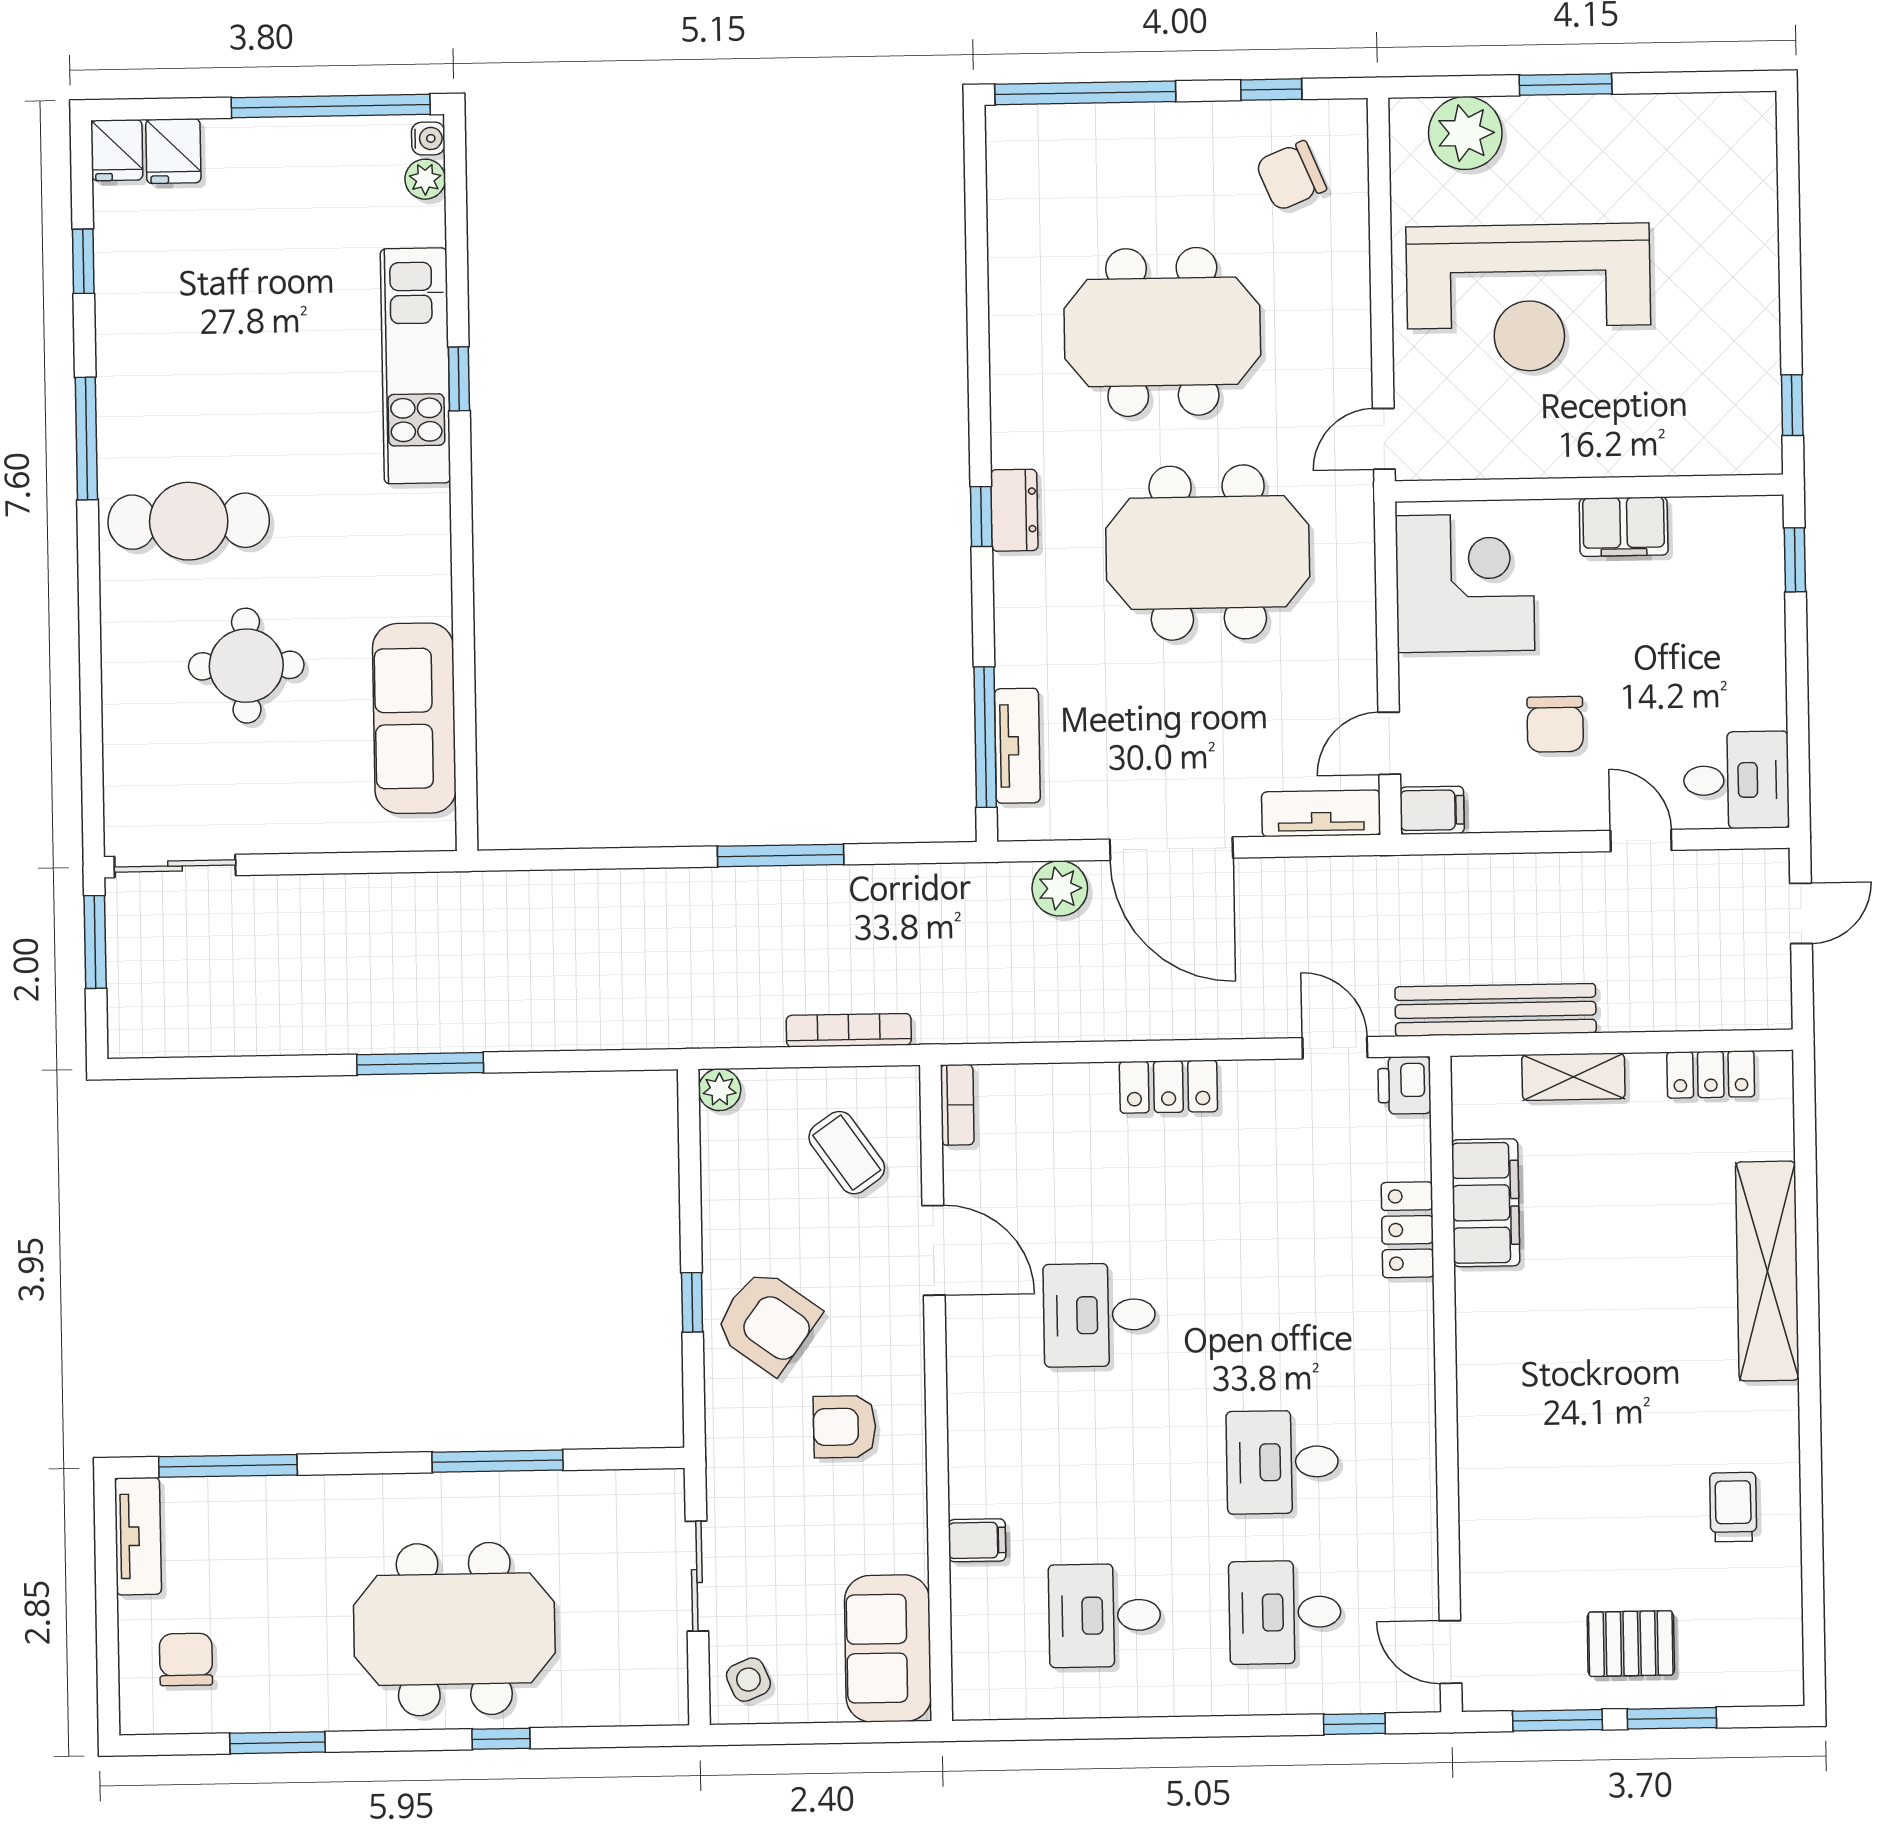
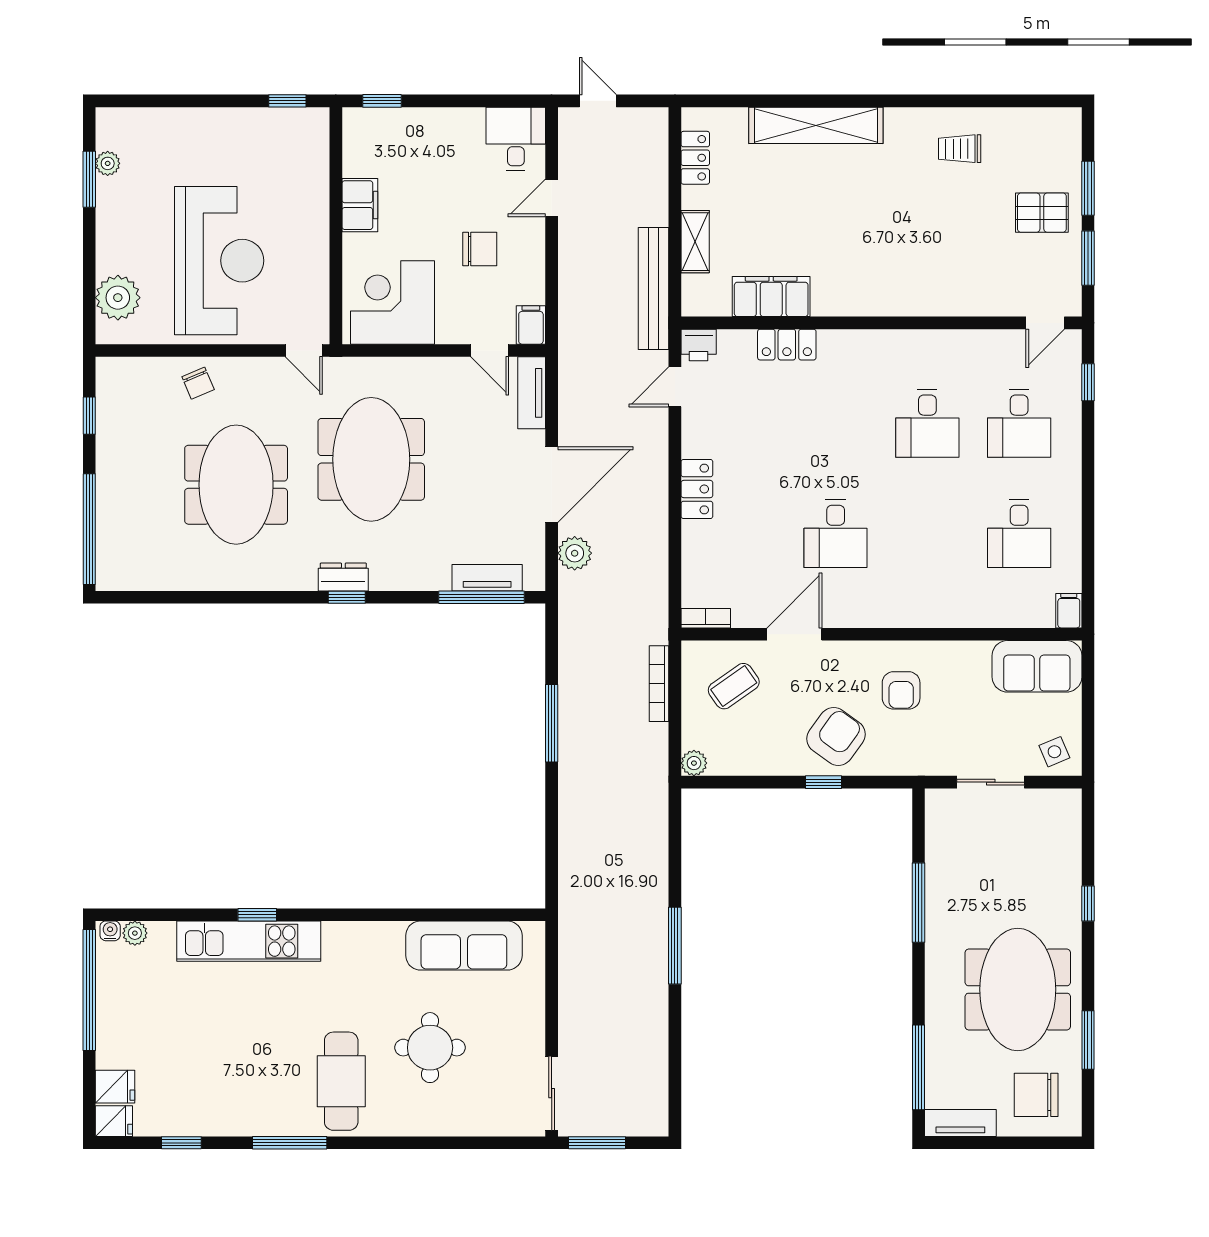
window: (1566, 84) -> (89, 179), moved
plant: (1685, 113) -> (108, 163), added
chair: (1291, 176) -> (198, 383), moved, width x0.73, depth x0.73
filing cabinet: (977, 1540) -> (1069, 611), moved
meeting table: (454, 1629) -> (1018, 989), moved
pallet: (1631, 1644) -> (1042, 213), turned 90
chair: (186, 1659) -> (1036, 1095), width x1.37, depth x1.37

